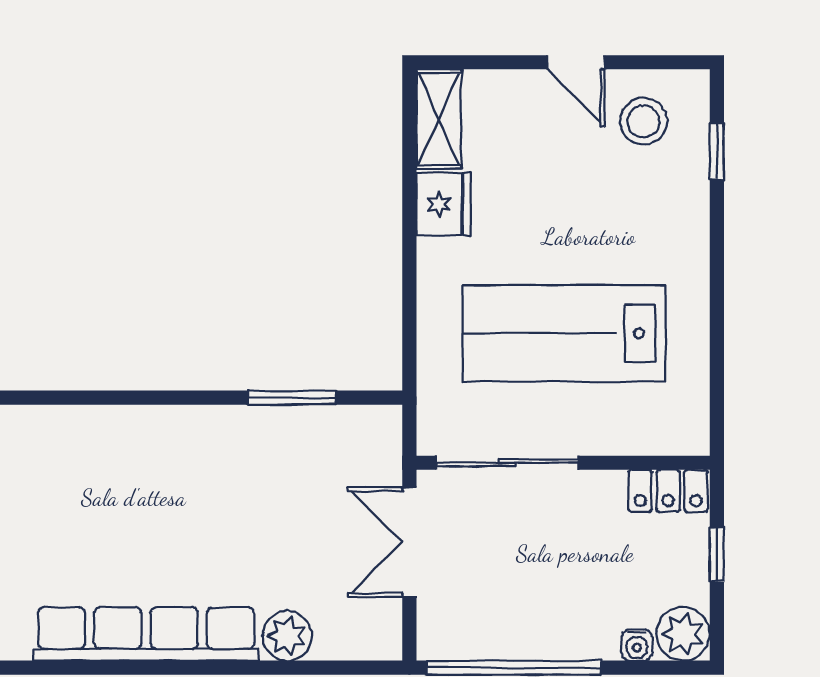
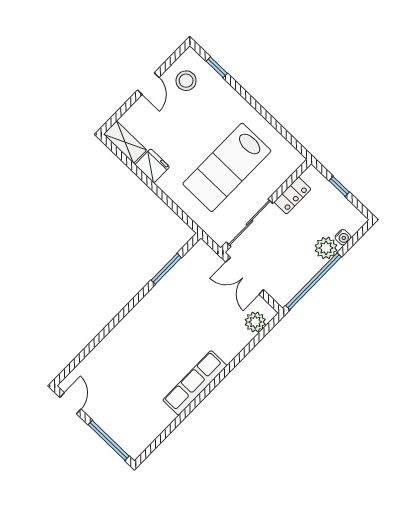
door: (576, 62) -> (148, 84), hinge flipped
locker: (668, 491) -> (293, 196), moved
row of seats: (146, 634) -> (195, 383), width x0.73
plant: (683, 634) -> (326, 248), moved
plant: (287, 636) -> (255, 322), moved

